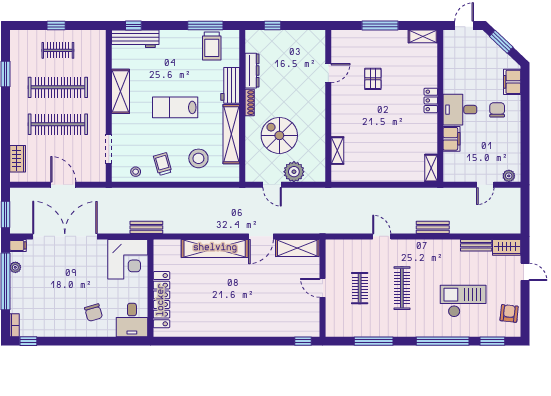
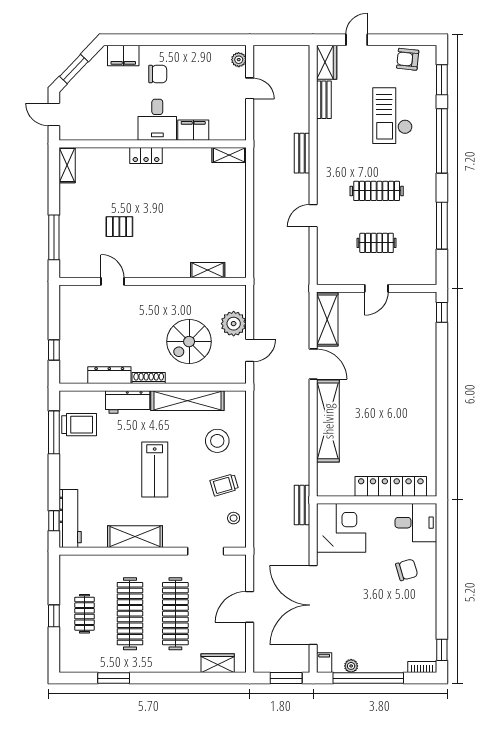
window: (380, 25) -> (54, 237), moved
chair: (497, 110) -> (158, 74), turned 180

